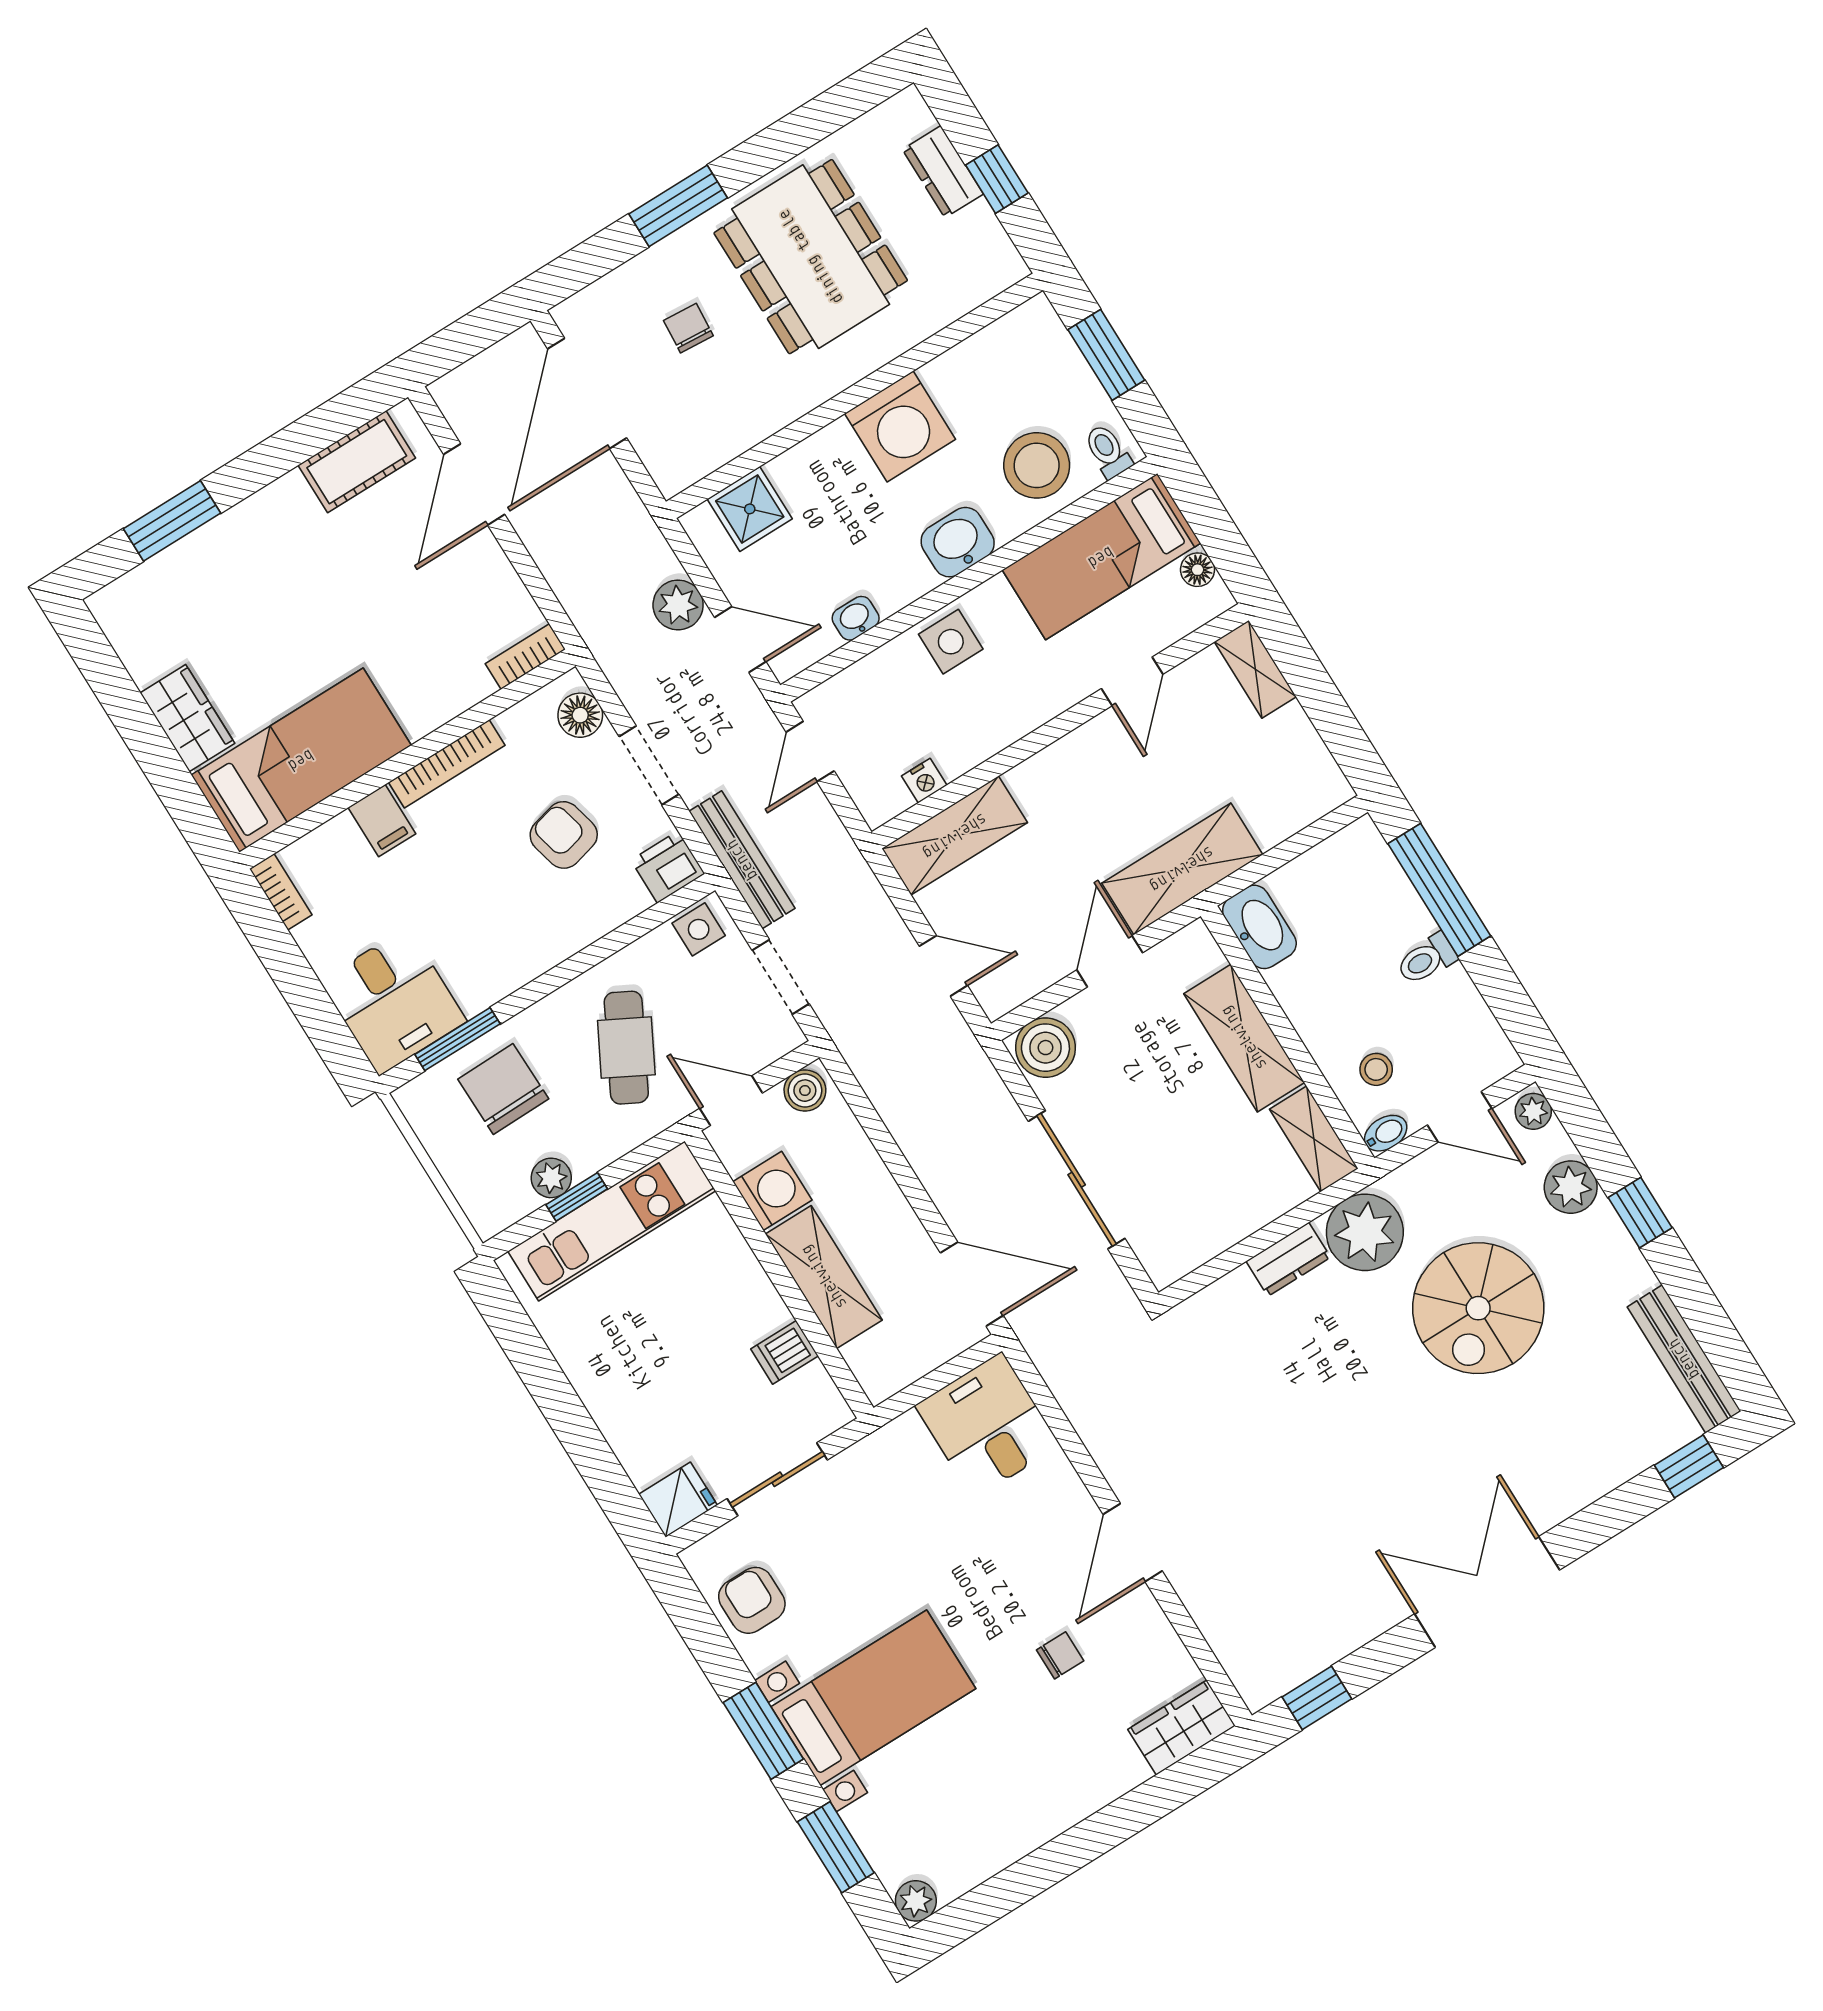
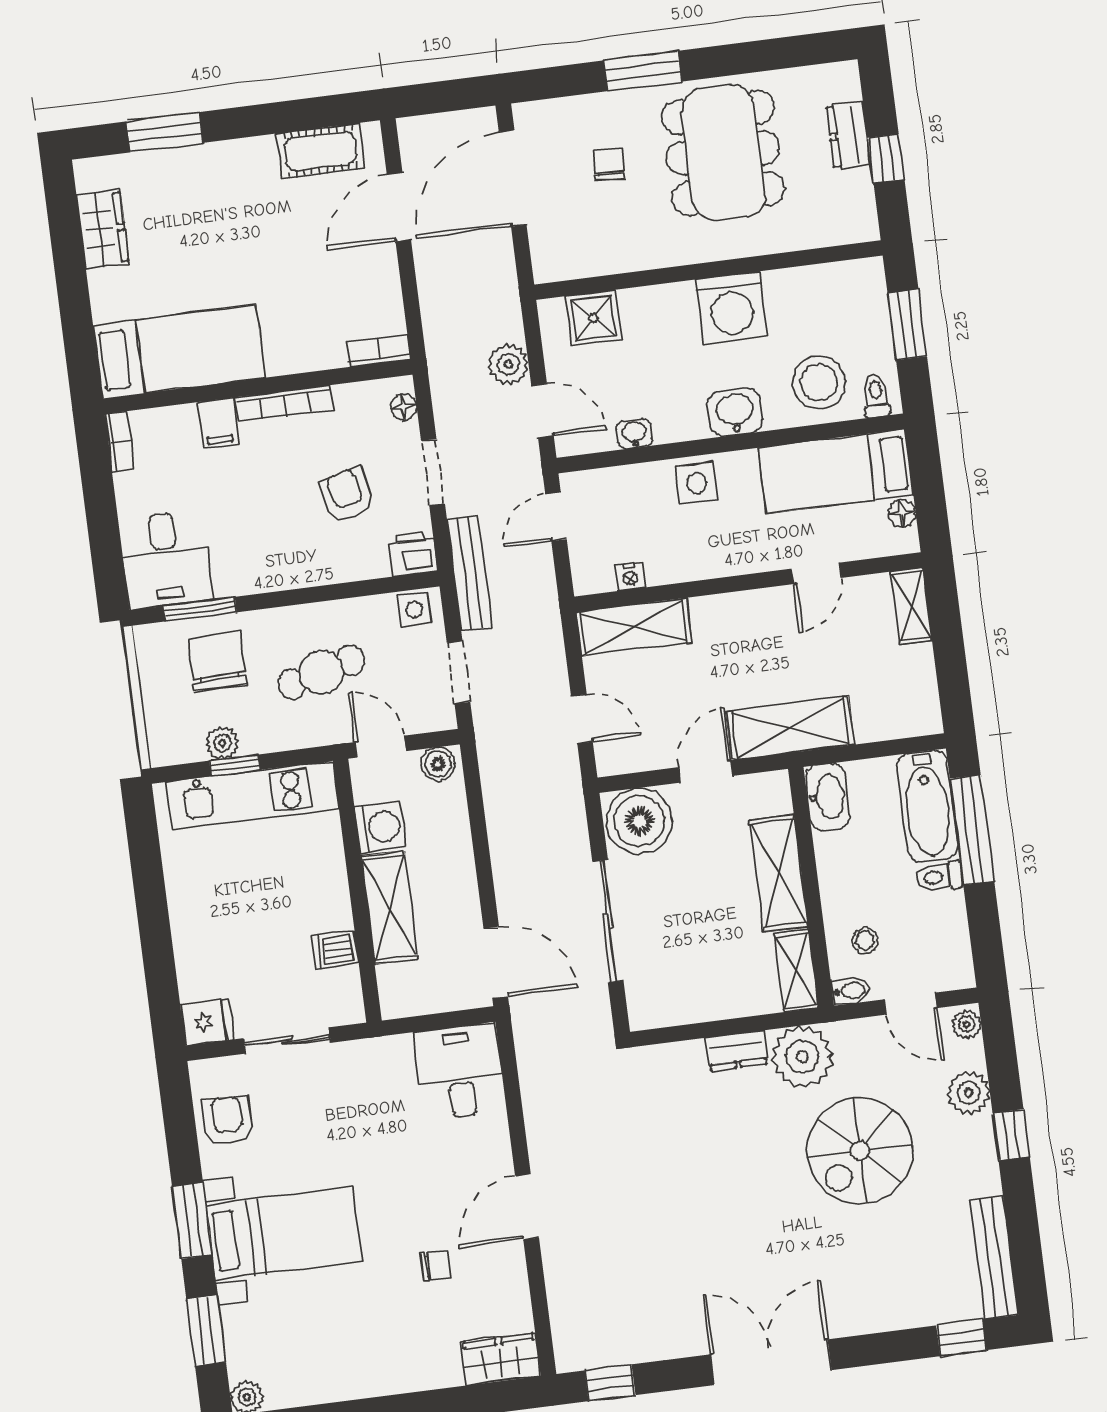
floor lamp: (580, 715) -> (404, 407), width x0.73, depth x0.73
wardrobe: (187, 718) -> (103, 229), moved
bathtub: (1377, 886) -> (927, 806), added
cafe table: (626, 1048) -> (321, 672), turned 47
boiler: (1045, 1048) -> (639, 821), width x1.37, depth x1.37

